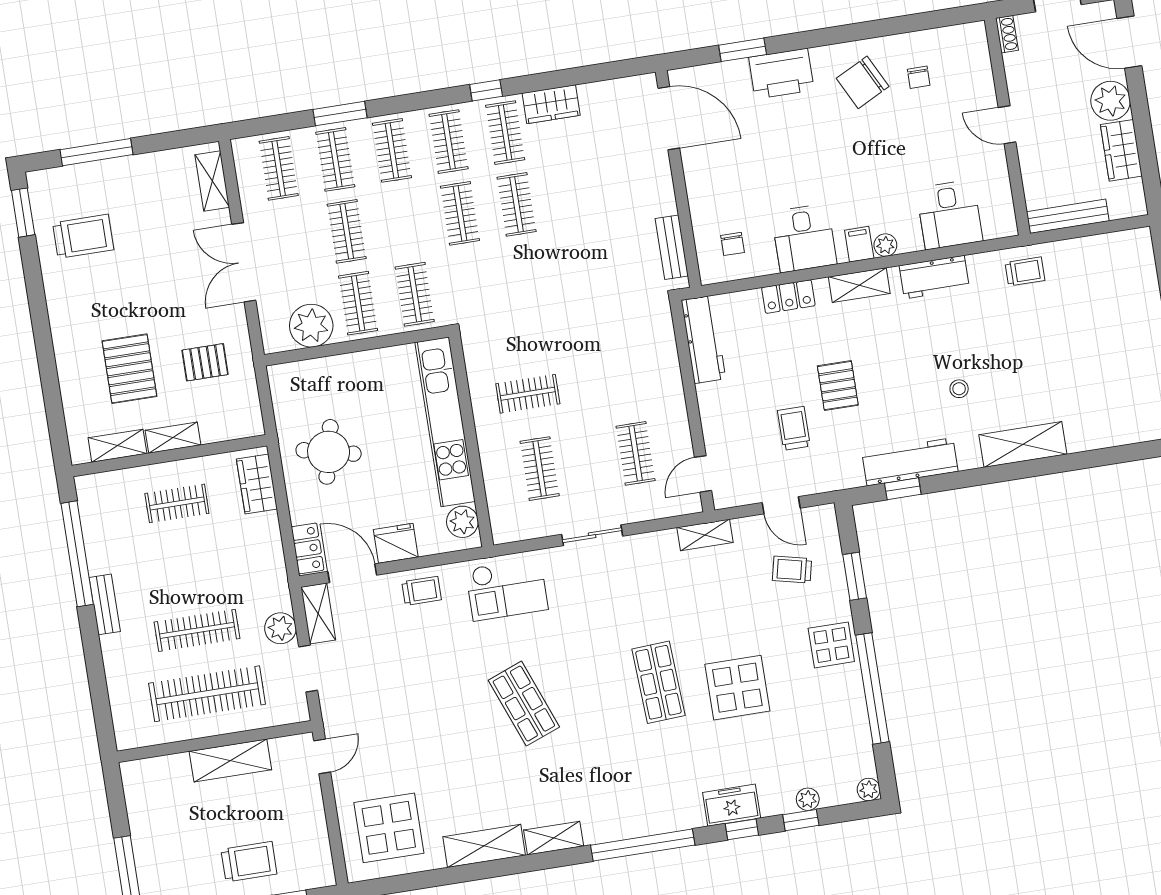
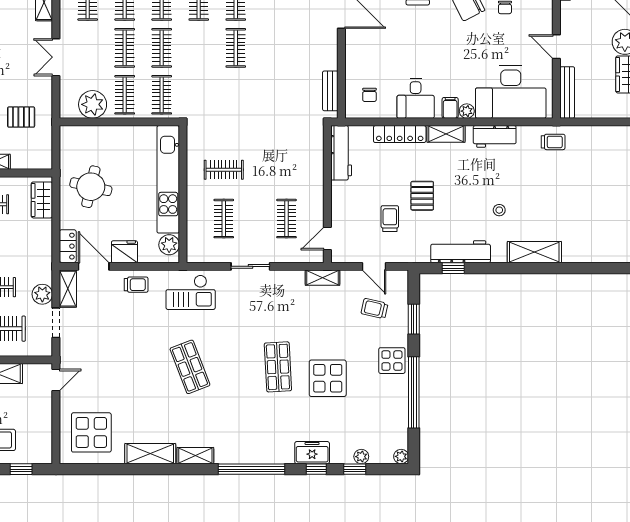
clothes rail: (460, 213) -> (162, 48), moved
desk: (949, 215) -> (511, 92), width x1.87, depth x1.30
bench: (1068, 216) -> (567, 92), moved, turned 90
double door: (244, 262) -> (56, 57), width x0.73
locker: (788, 297) -> (400, 134), width x1.53

